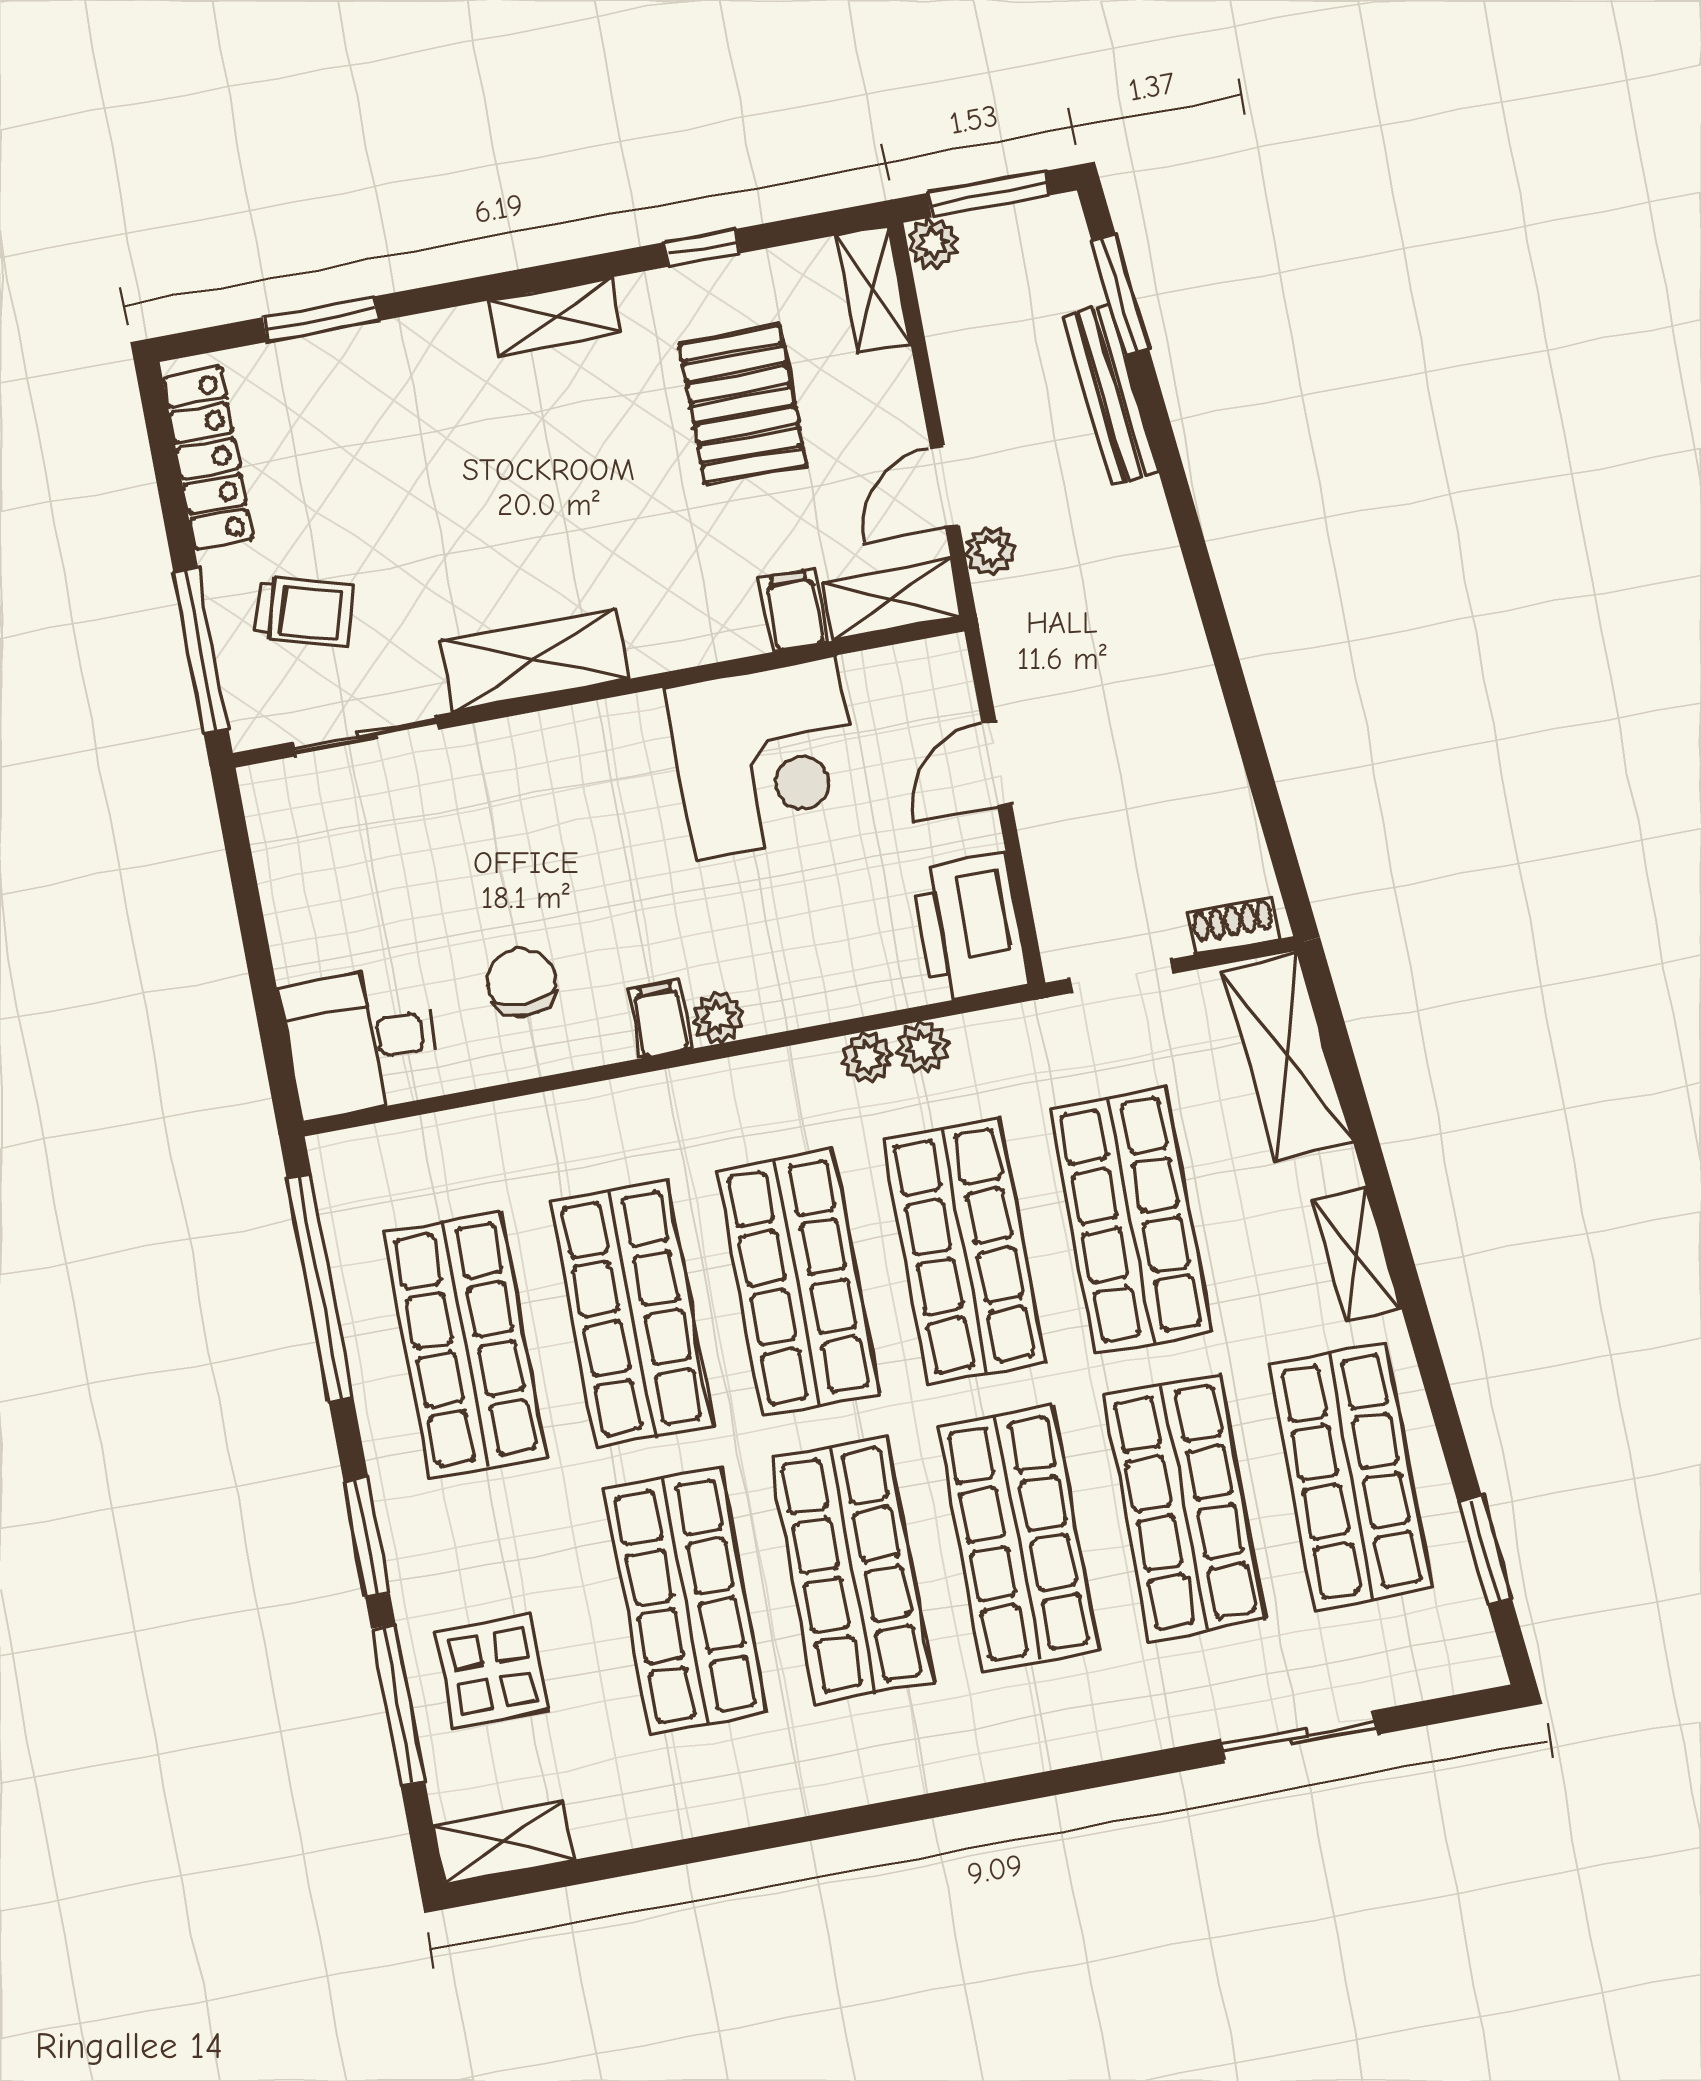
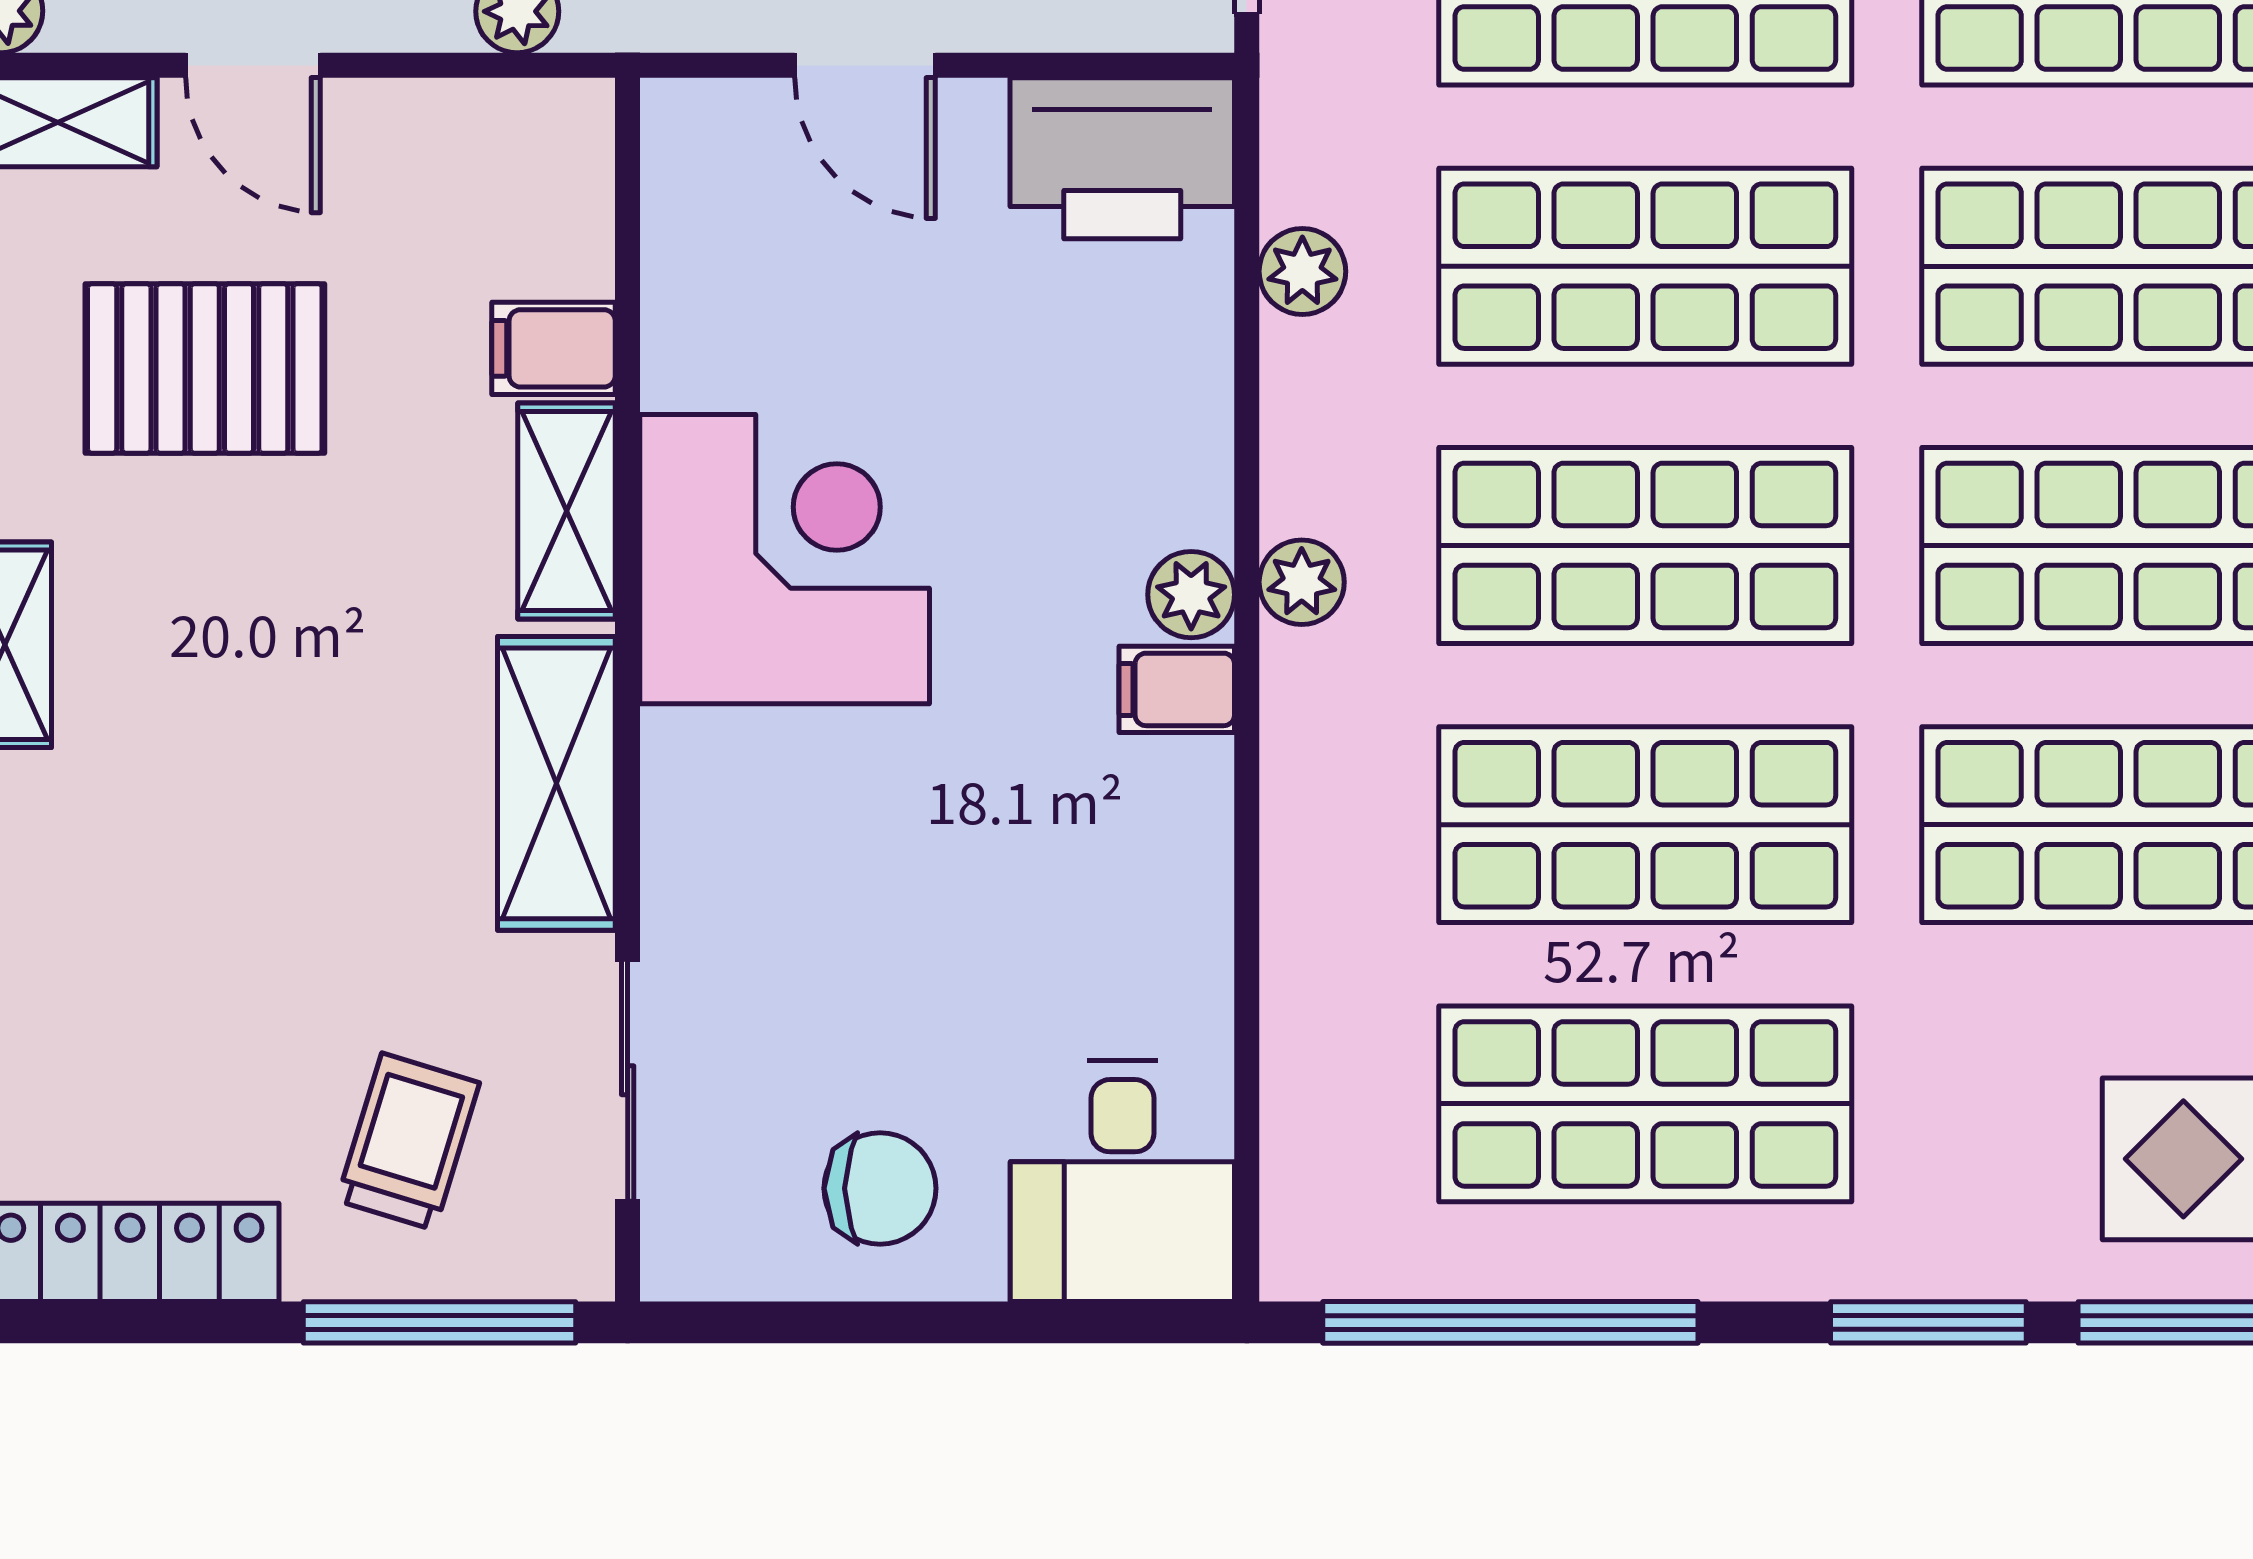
door: (945, 487) -> (253, 65), moved
shelving: (892, 600) -> (567, 511), moved
corner desk: (766, 758) -> (785, 559), moved
chair: (522, 982) -> (880, 1188), moved, turned 180
plant: (867, 1057) -> (1302, 582), moved

